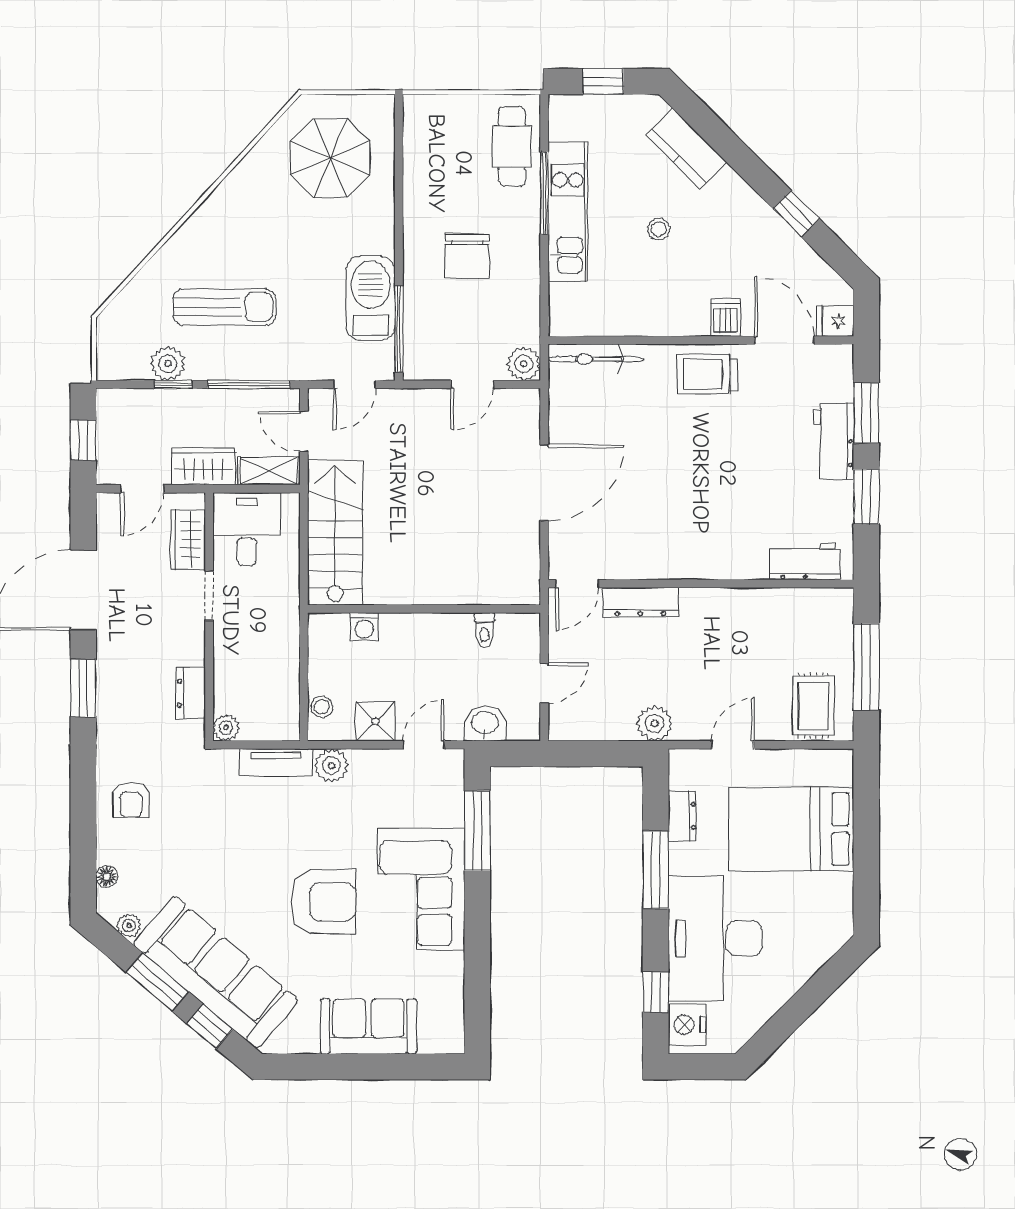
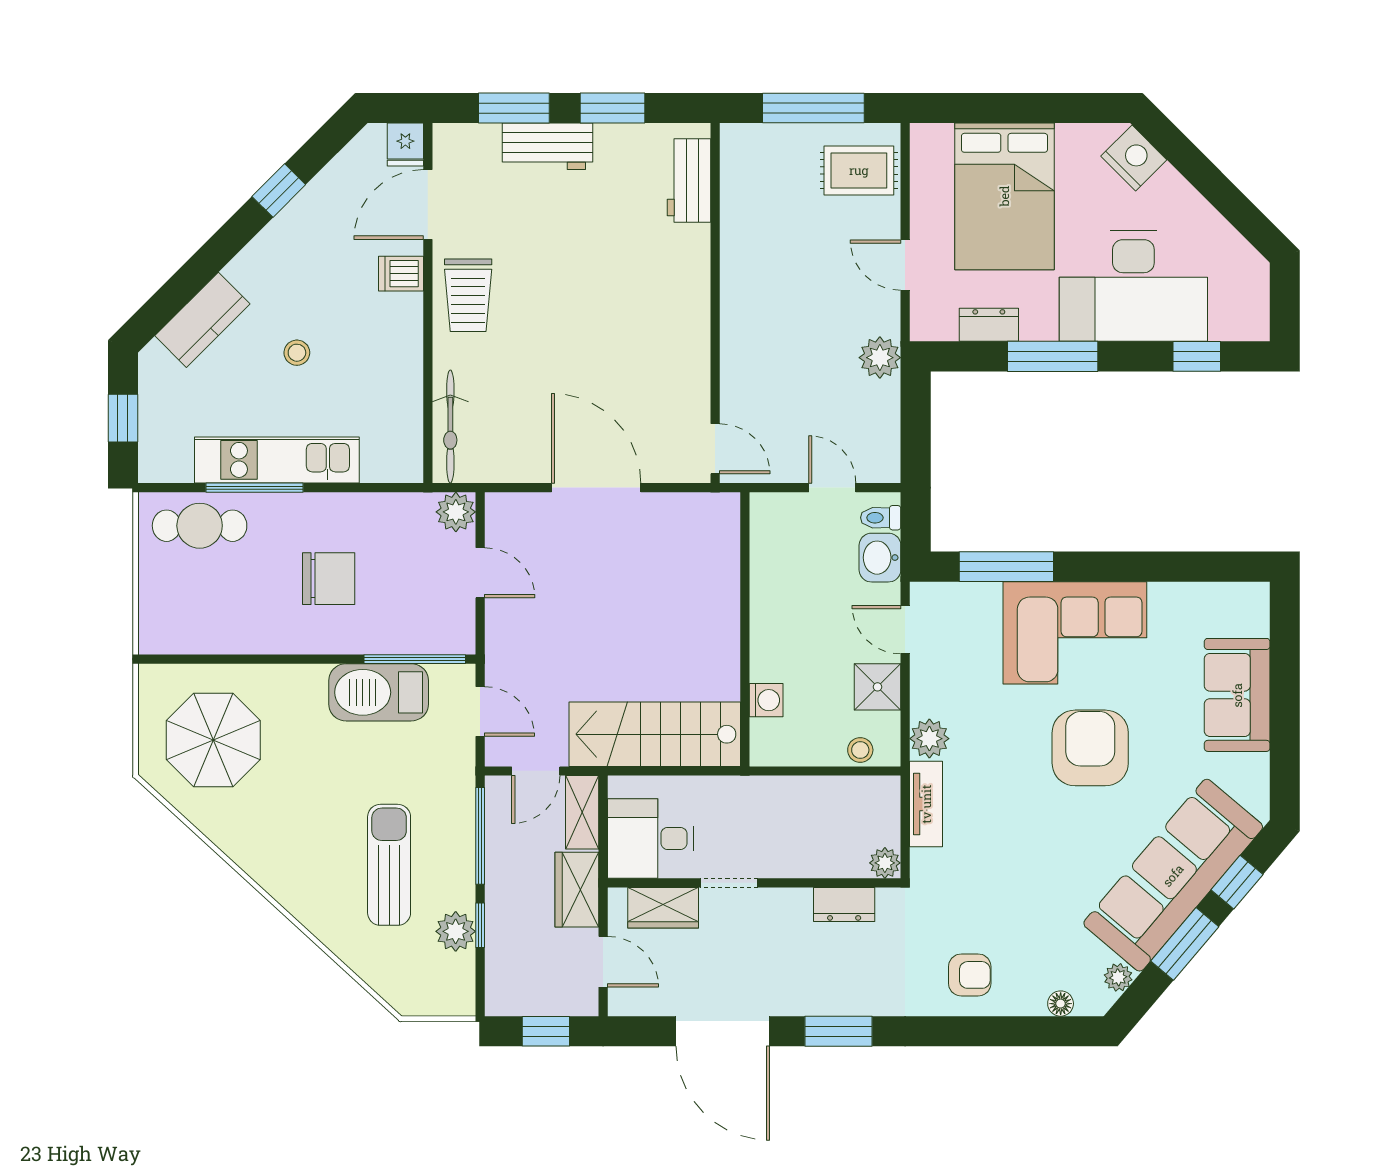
dresser: (640, 602) -> (737, 374), removed
toilet: (484, 630) -> (881, 518), moved, turned 180
nightstand: (687, 1025) -> (1134, 158), moved, turned -135

